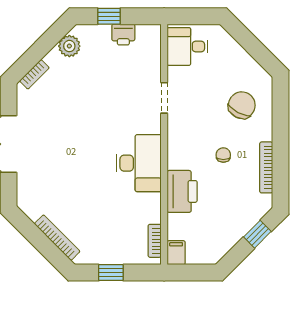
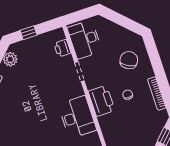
printer: (123, 35) -> (62, 48), moved, turned 90
desk: (187, 47) -> (85, 39), width x1.37
printer: (182, 191) -> (101, 101), moved

